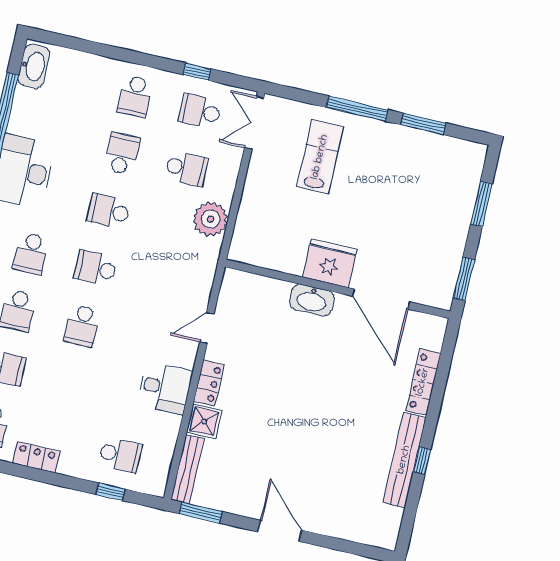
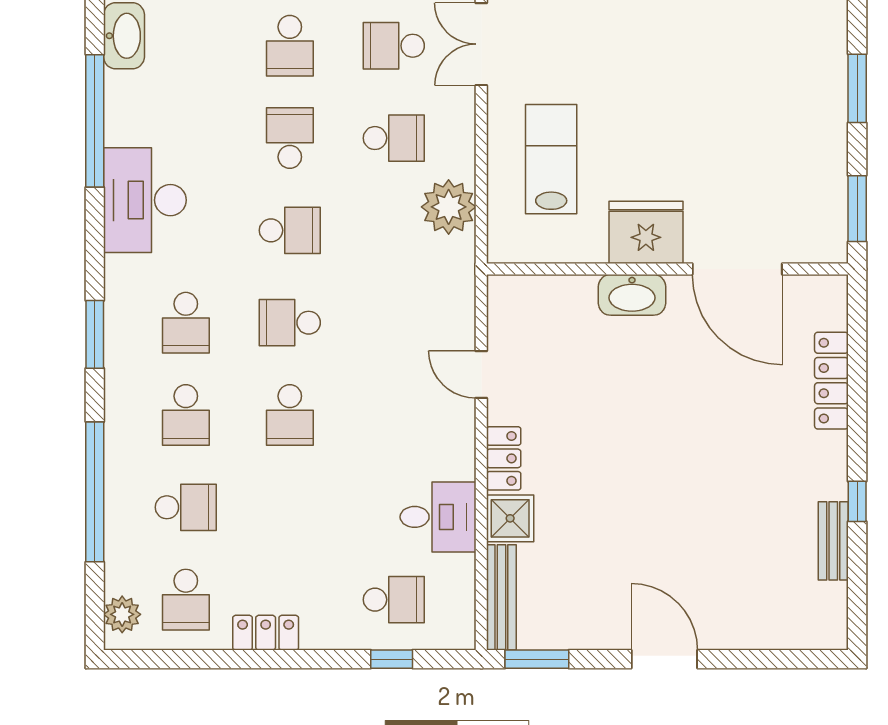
lab bench: (320, 157) -> (551, 159), moved
school desk: (109, 211) -> (290, 230), turned 180
door: (207, 328) -> (481, 375), hinge flipped
desk: (165, 388) -> (438, 517), moved
bench: (404, 460) -> (833, 541), width x0.54, depth x0.82

